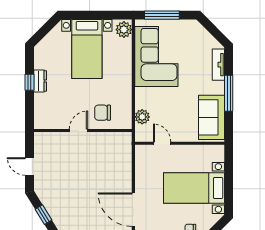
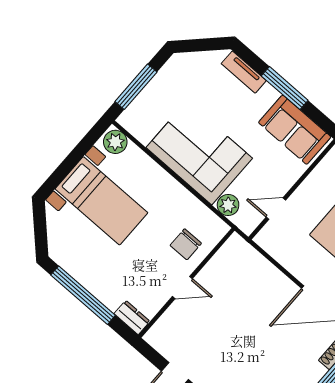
corner sofa: (156, 56) -> (199, 153), moved
dresser: (40, 81) -> (132, 317), moved
window: (29, 82) -> (83, 295), width x3.17
door: (79, 130) -> (182, 287), swing flipped

